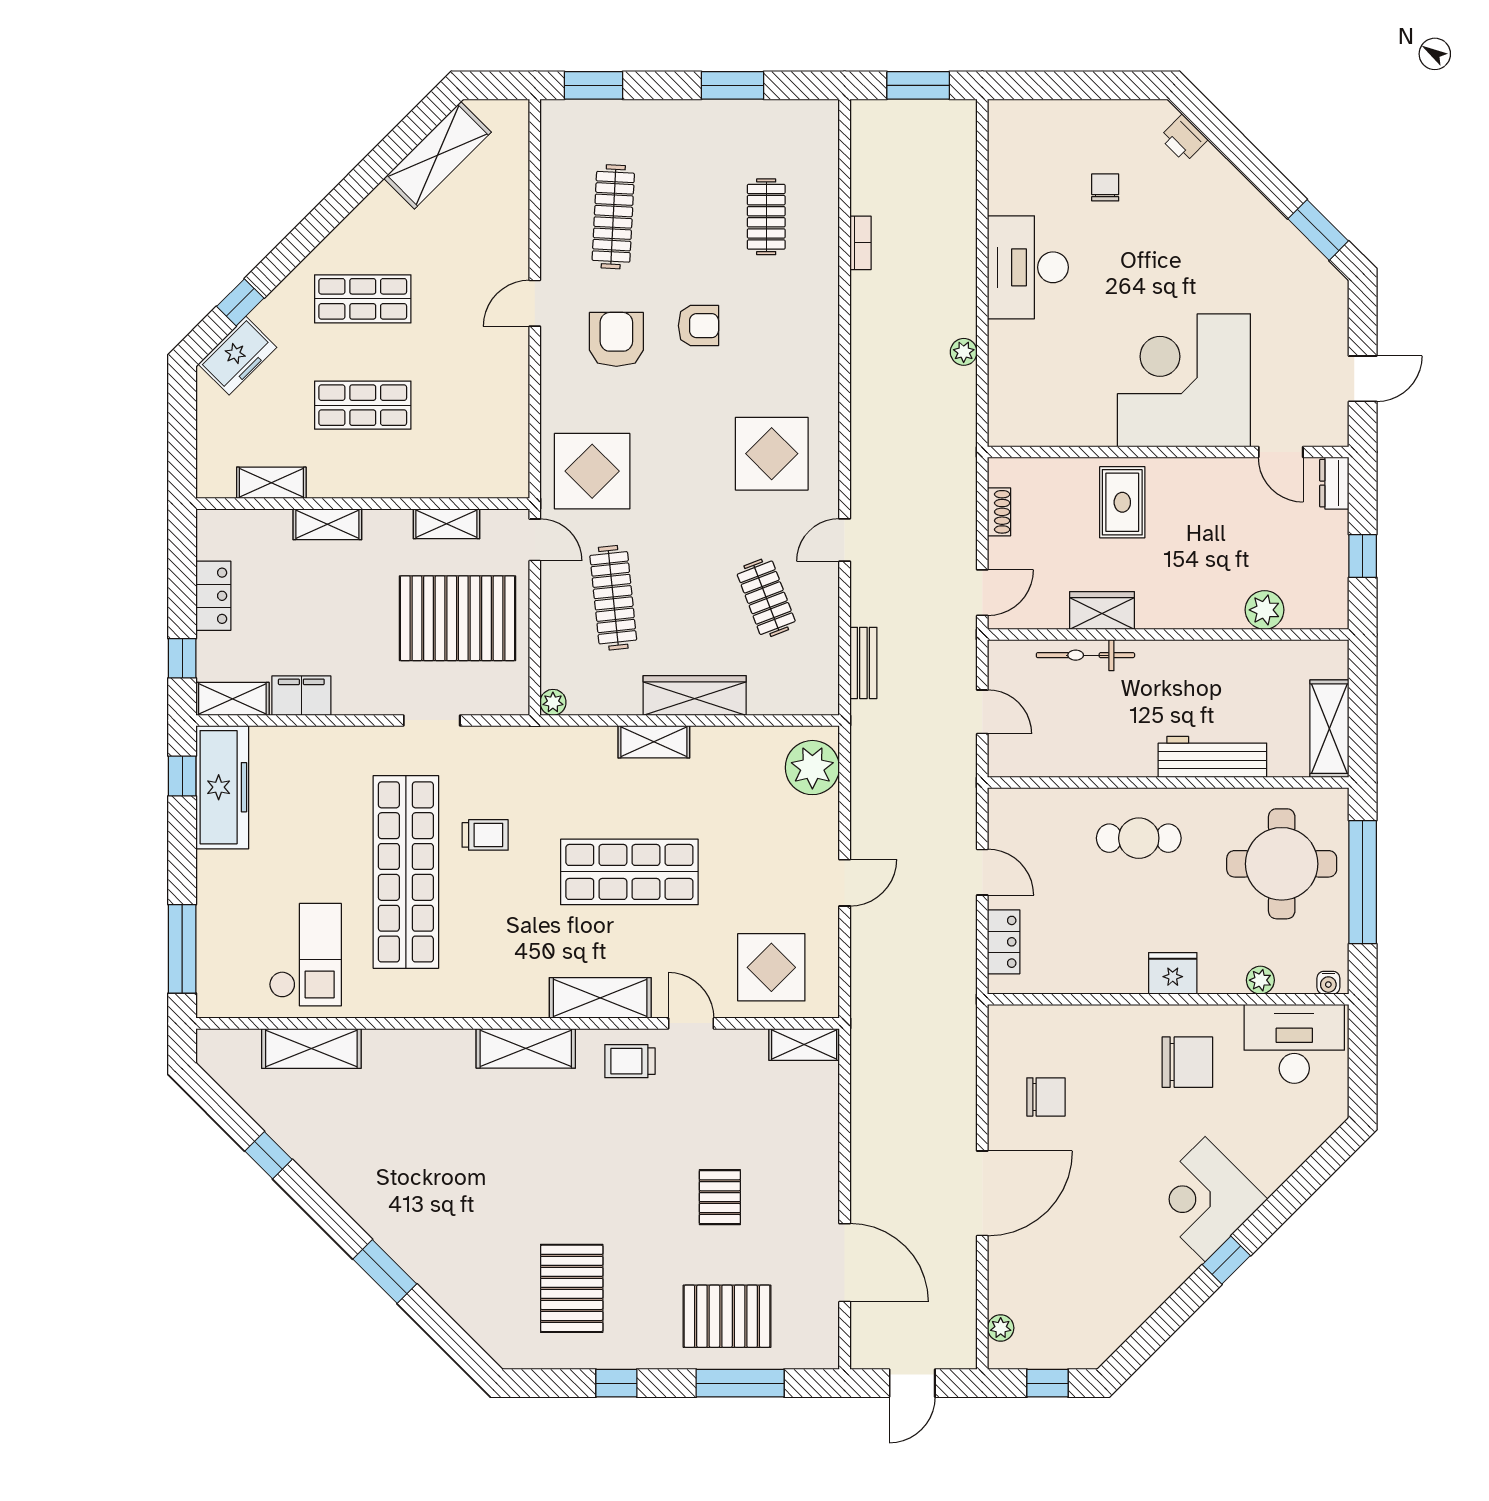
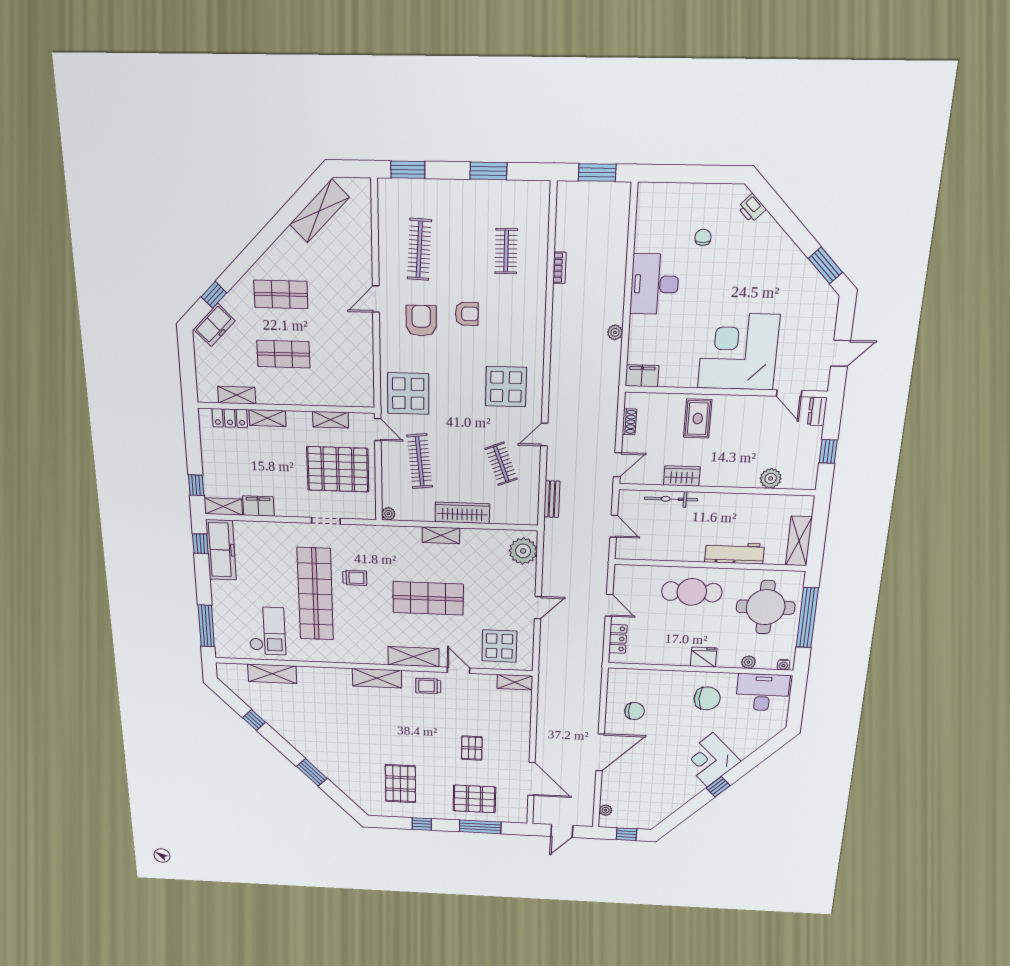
filing cabinet: (1016, 428) -> (642, 376), added
locker: (213, 596) -> (230, 418), moved, turned 90
cafe table: (1139, 838) -> (692, 592), width x1.37, depth x1.35

